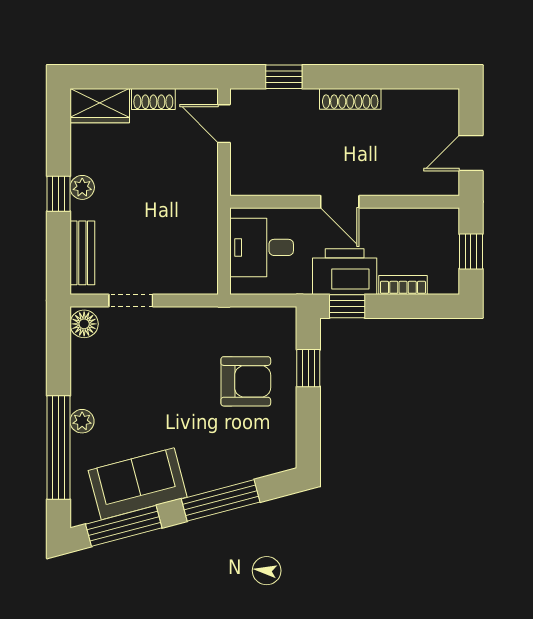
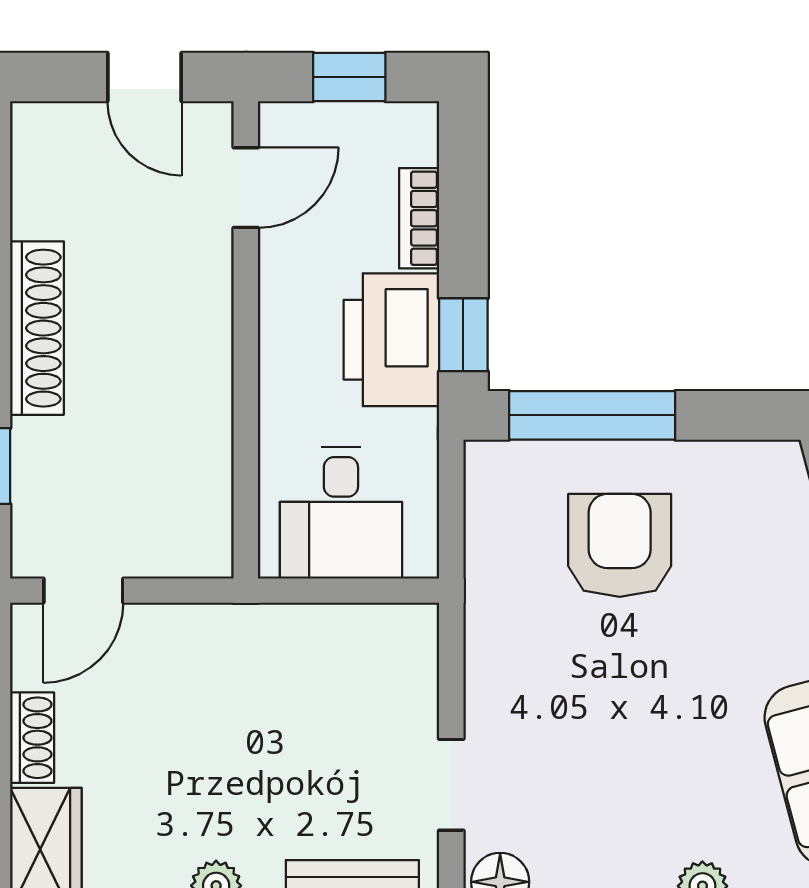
shoe rack: (350, 99) -> (37, 328), width x1.36, depth x1.24
door: (340, 202) -> (246, 188), moved
window: (308, 368) -> (592, 415), width x2.17

